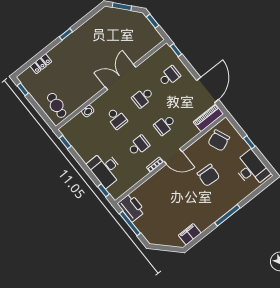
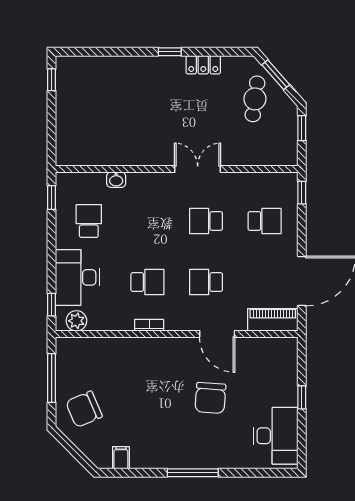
locker: (41, 64) -> (203, 65), moved
double door: (120, 77) -> (198, 169), width x0.73
cafe table: (57, 105) -> (255, 99), moved
school desk: (117, 118) -> (89, 221), moved, turned 180
chair: (219, 140) -> (84, 409), moved
door: (173, 156) -> (217, 334), moved
plant: (121, 189) -> (76, 321), added
printer: (131, 208) -> (71, 358), removed
filing cabinet: (190, 234) -> (121, 458), width x0.50

